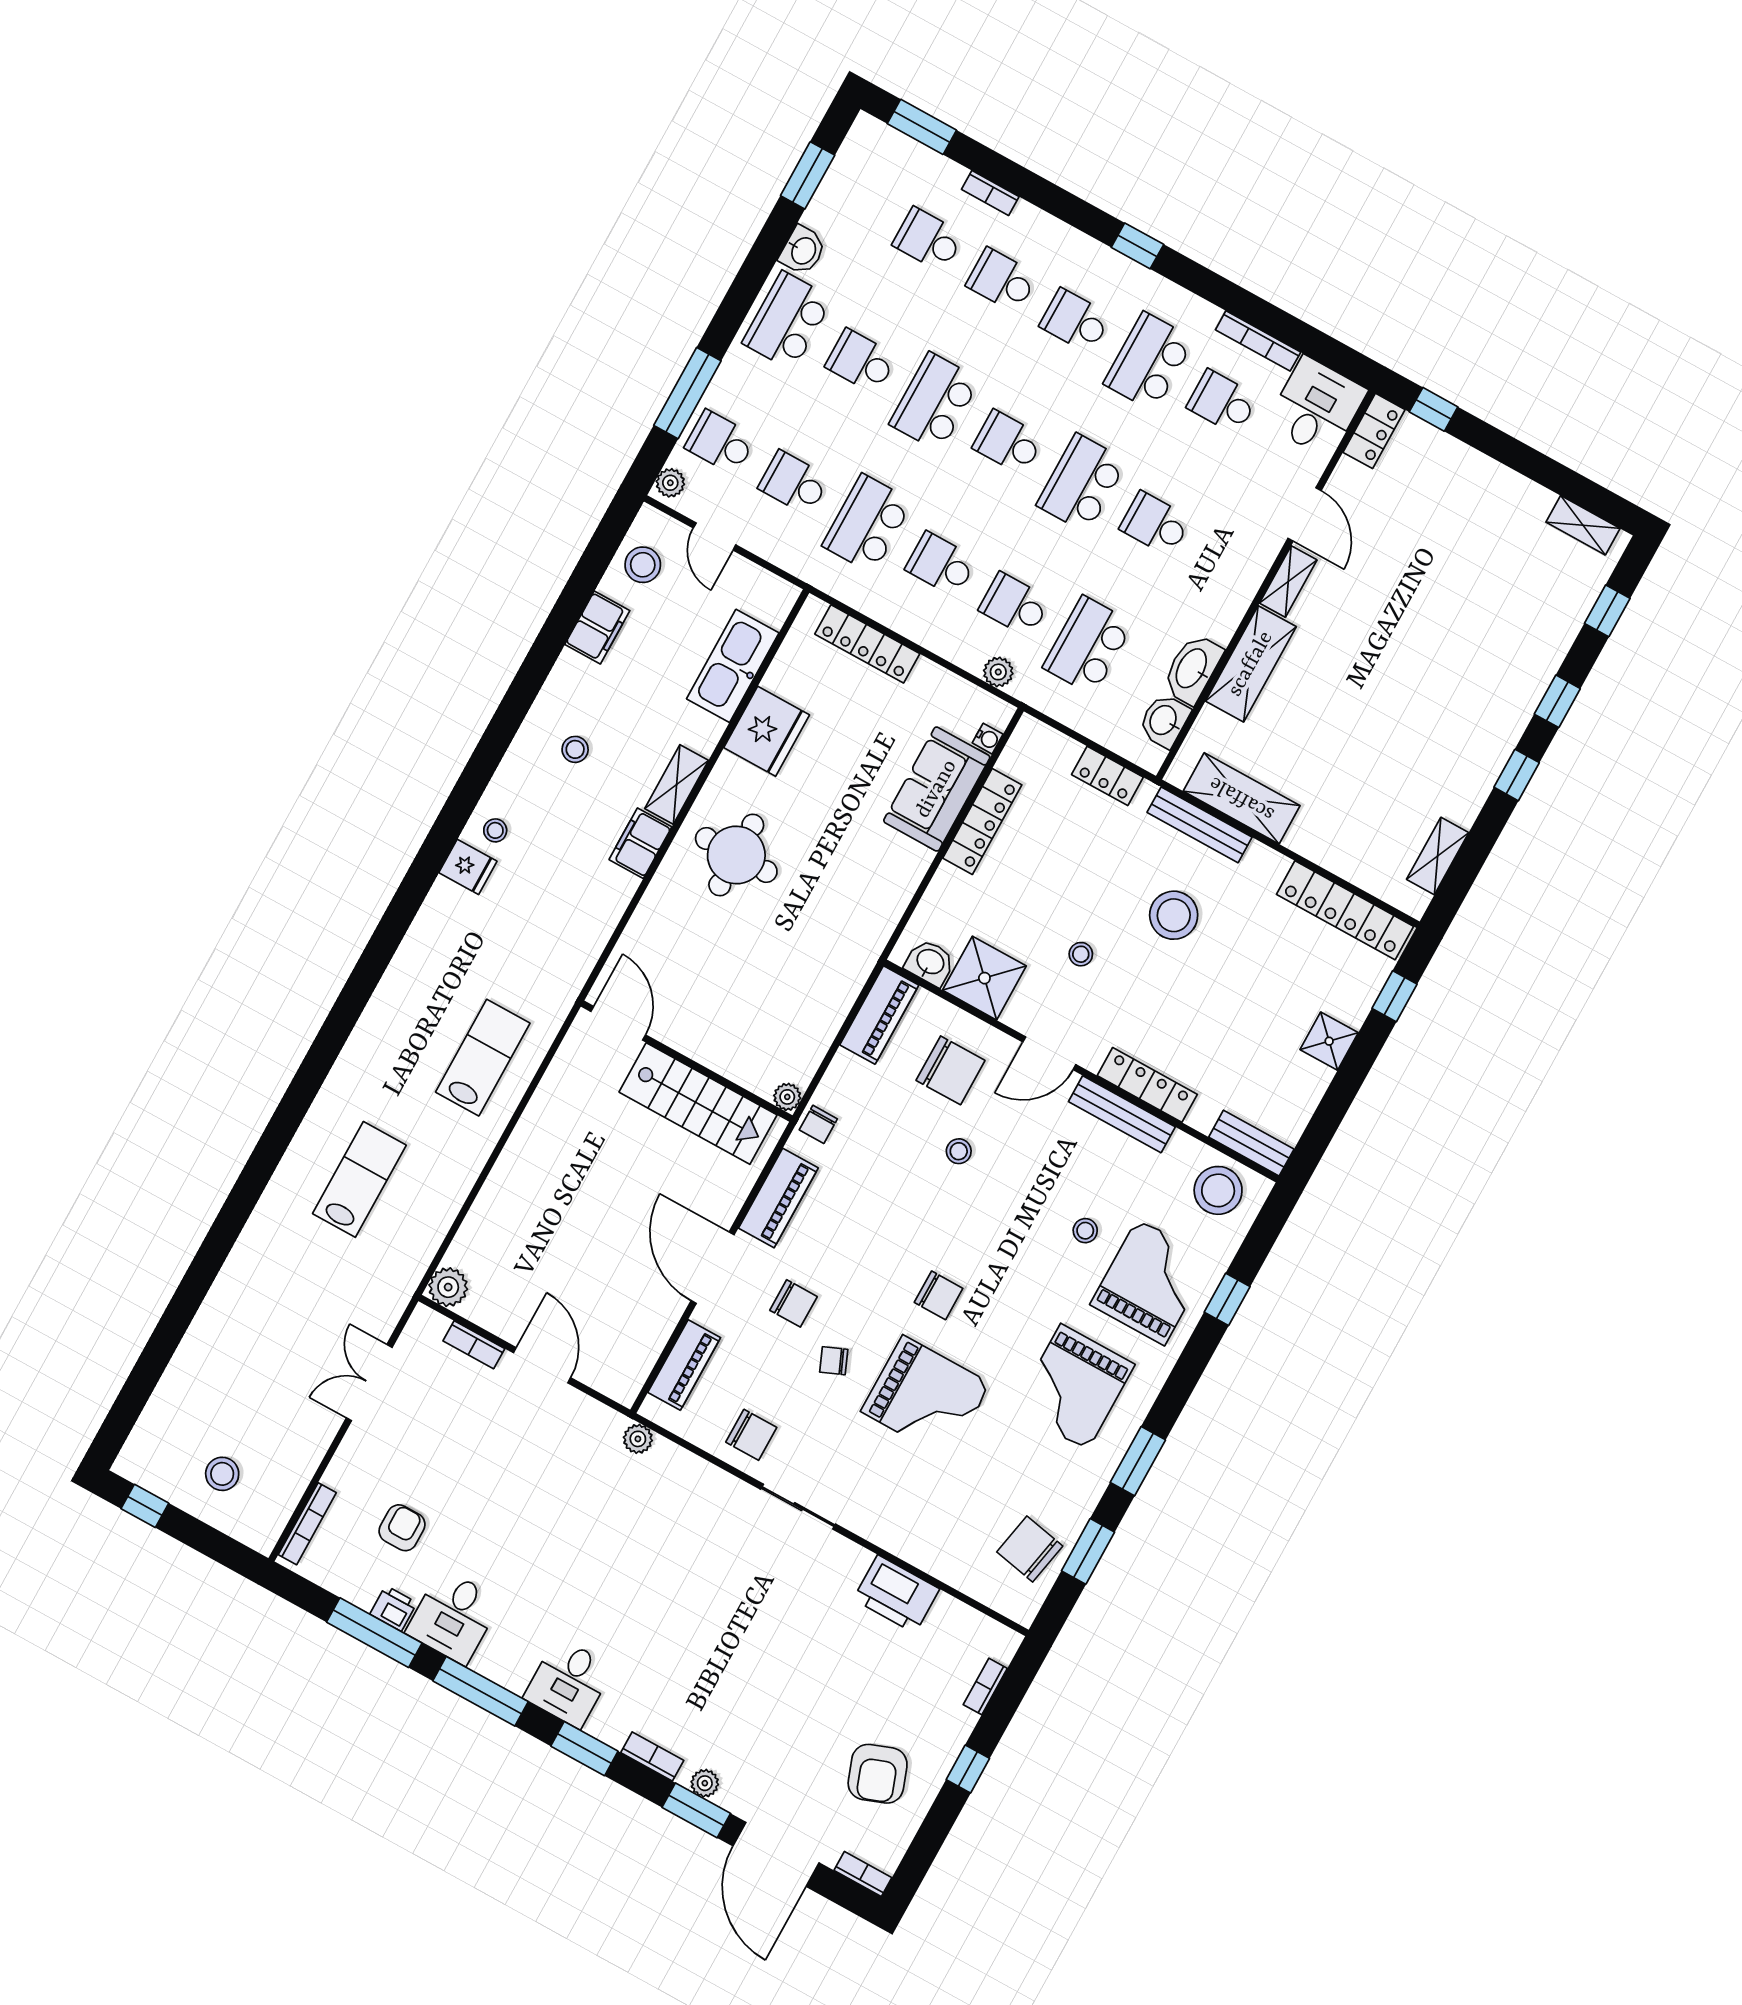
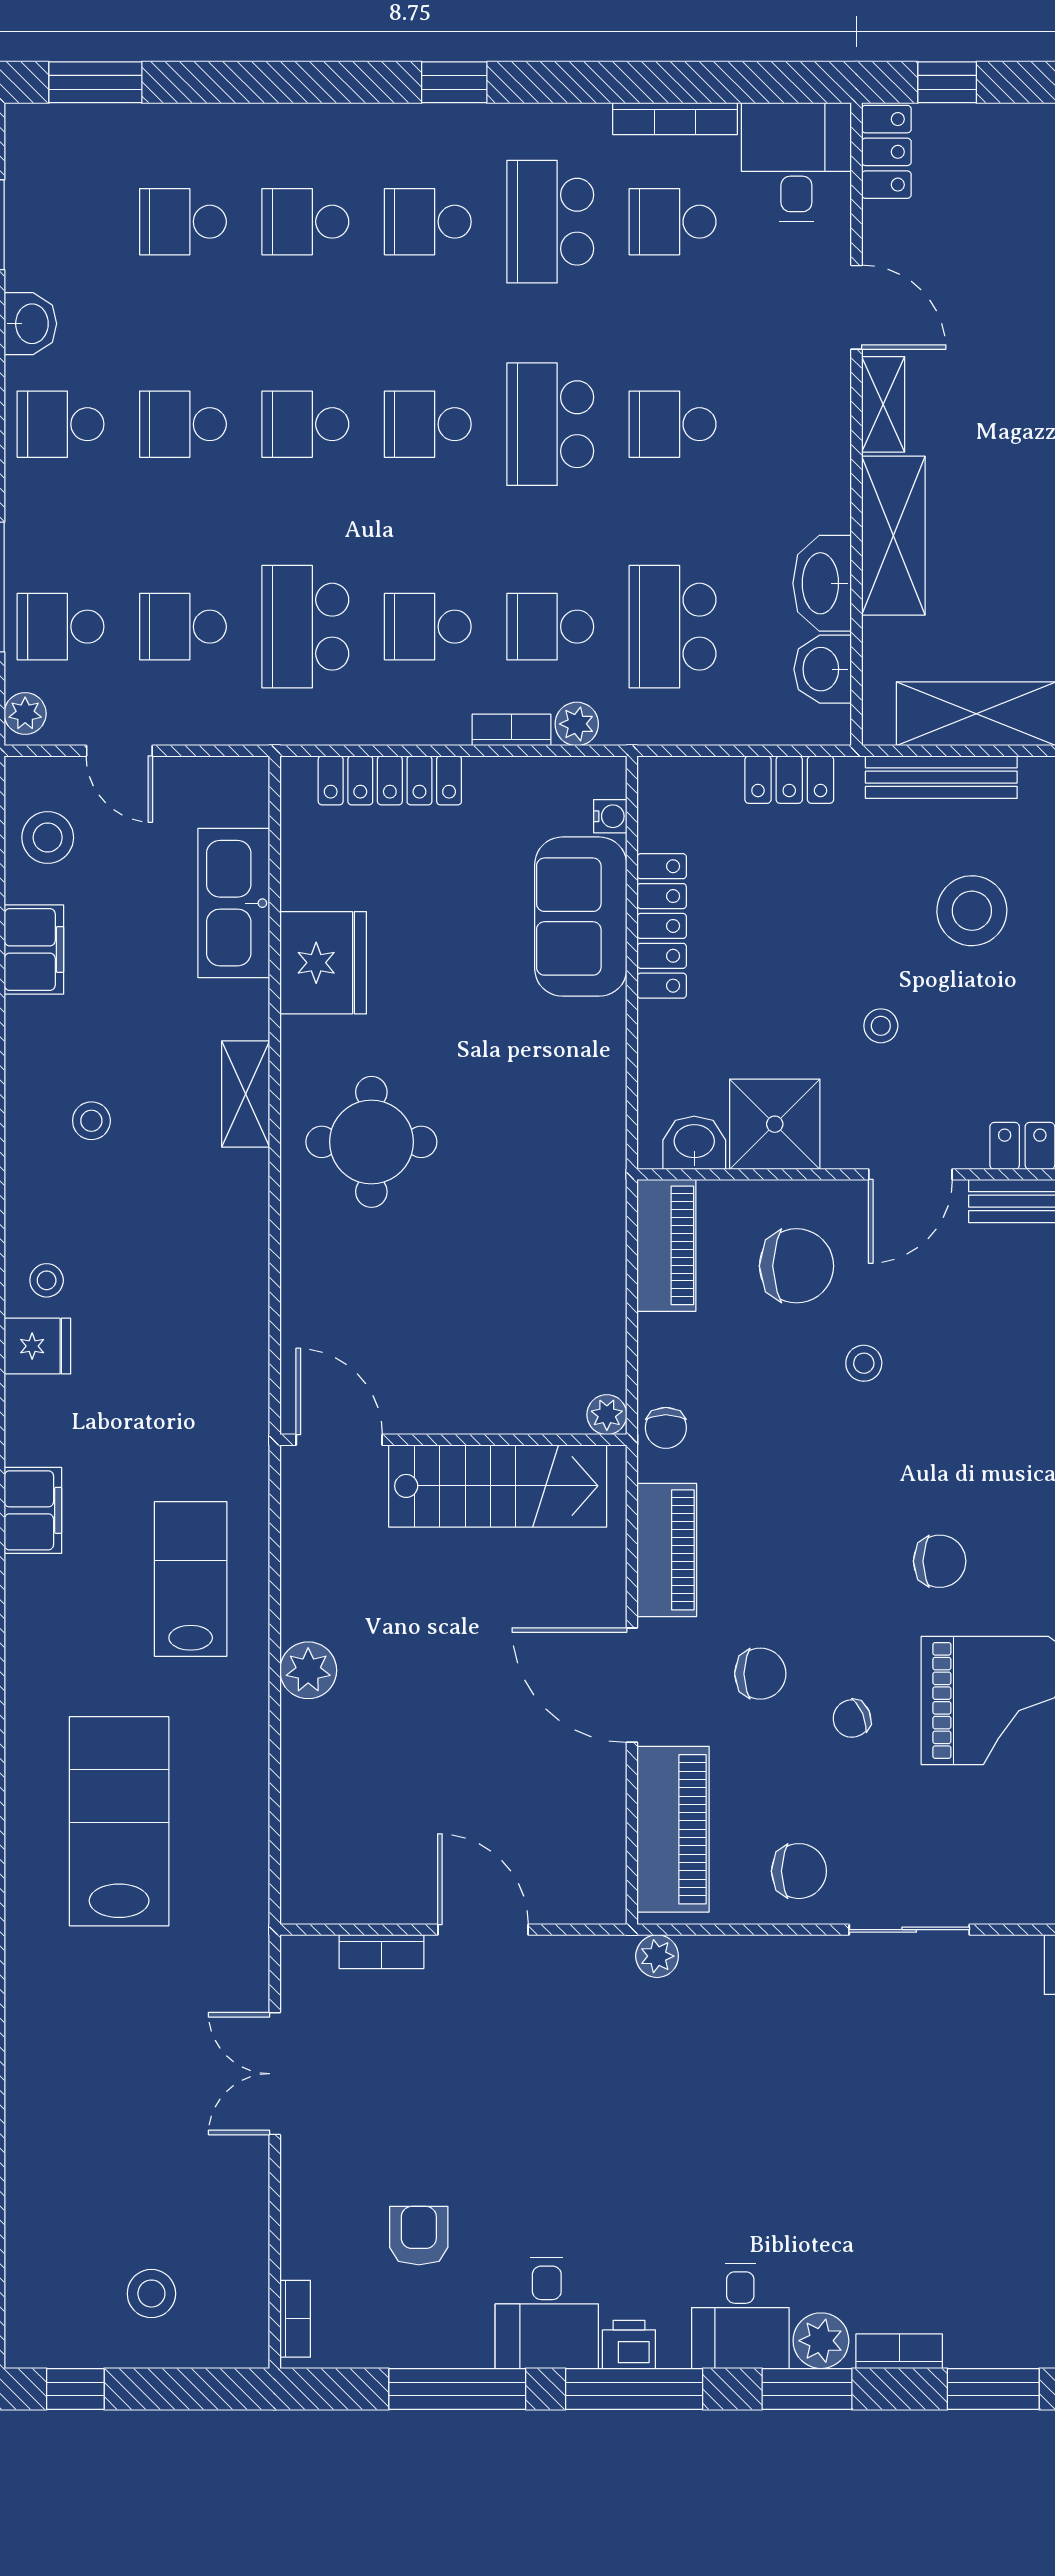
bookcase: (990, 193) -> (511, 730), moved, turned 180
school desk: (788, 321) -> (60, 424), width x0.54
school desk: (935, 402) -> (305, 424), width x0.54
filing cabinet: (640, 843) -> (33, 1510), moved, turned 180
lab bench: (359, 1179) -> (119, 1821), width x1.36, depth x1.39
plant: (448, 1287) -> (308, 1670), moved
piano: (684, 1365) -> (673, 1829), width x1.37, depth x1.33
bookcase: (307, 1524) -> (295, 2319), width x0.64
printer: (393, 1608) -> (629, 2344), moved
plant: (705, 1783) -> (821, 2341), moved, width x1.38, depth x1.38

